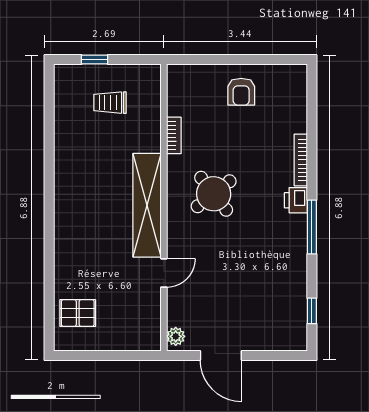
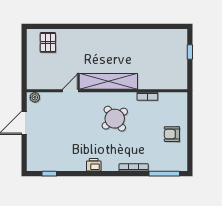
trolley: (110, 103) -> (166, 61), removed
printer: (296, 200) -> (94, 165), moved
window: (312, 227) -> (164, 174), moved
door: (164, 273) -> (70, 91), swing flipped

